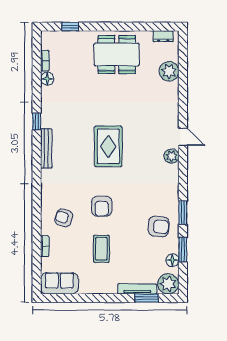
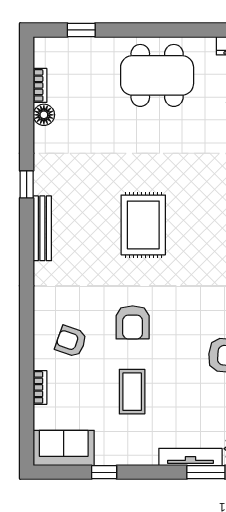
window: (84, 298) -> (104, 472), added

